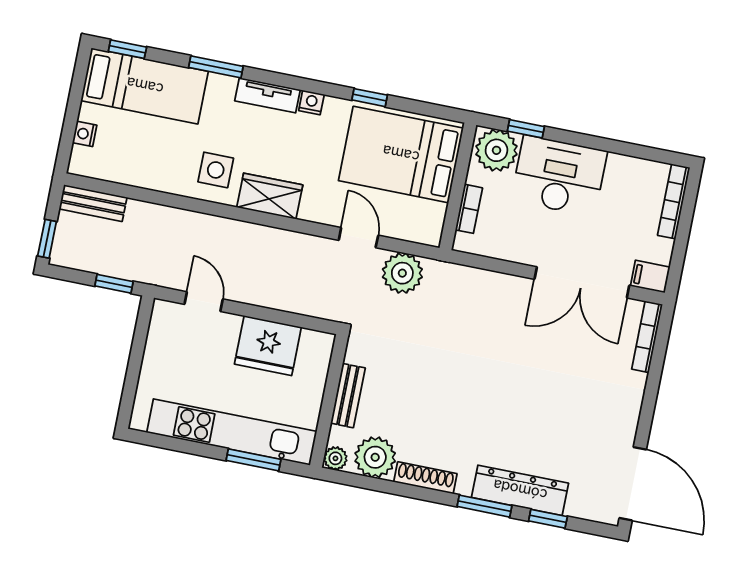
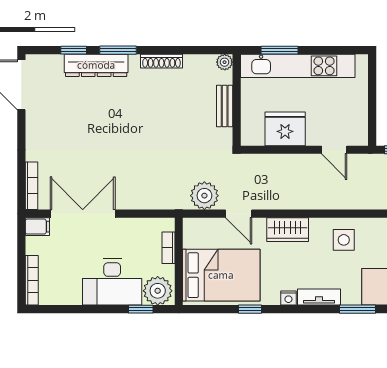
wardrobe: (270, 196) -> (288, 230), moved
plant: (375, 457) -> (198, 68), removed

